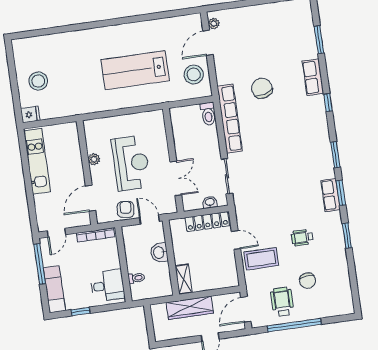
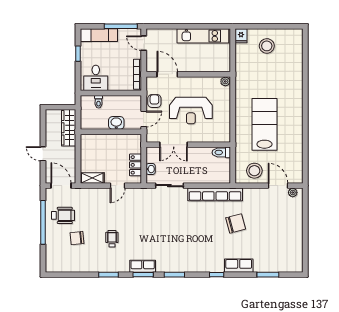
toilet: (208, 114) -> (221, 152), moved
plant: (94, 159) -> (225, 81), moved
armchair: (126, 209) -> (154, 101), turned -97
locker: (207, 222) -> (135, 165), width x0.66
coffee table: (261, 259) -> (100, 204), removed
shelving: (184, 279) -> (92, 178), moved
wardrobe: (190, 308) -> (69, 128), moved

